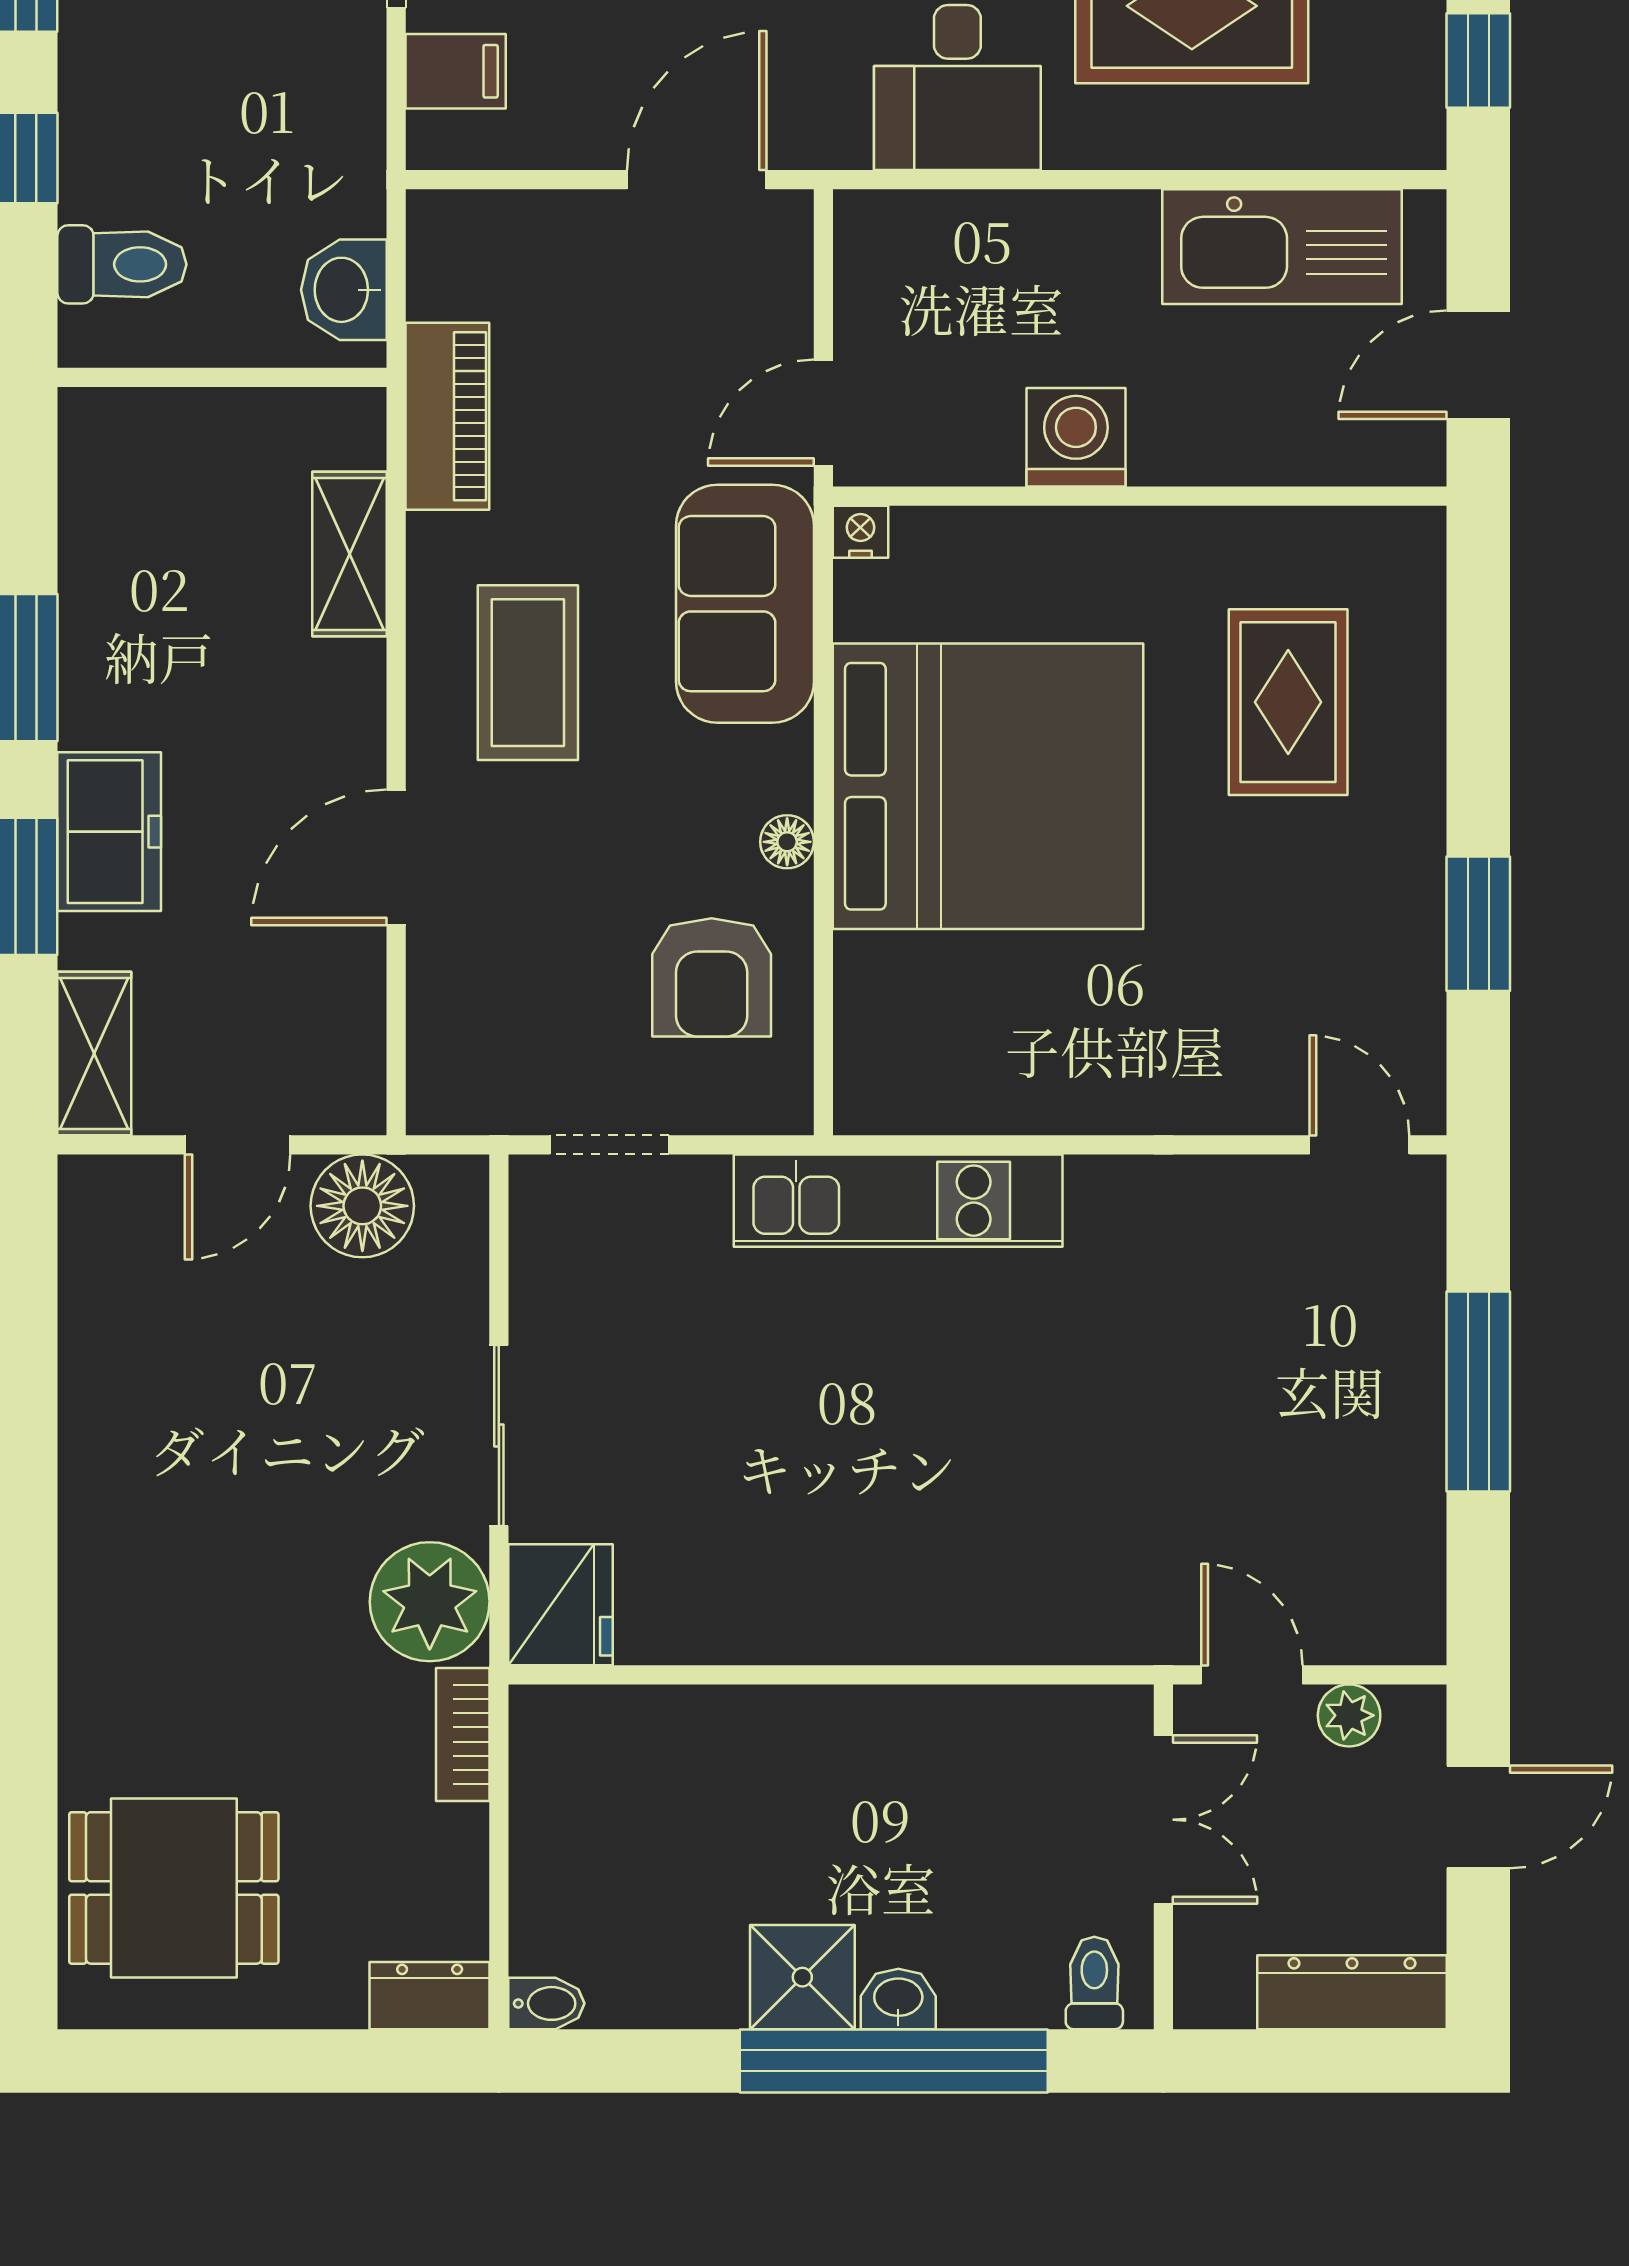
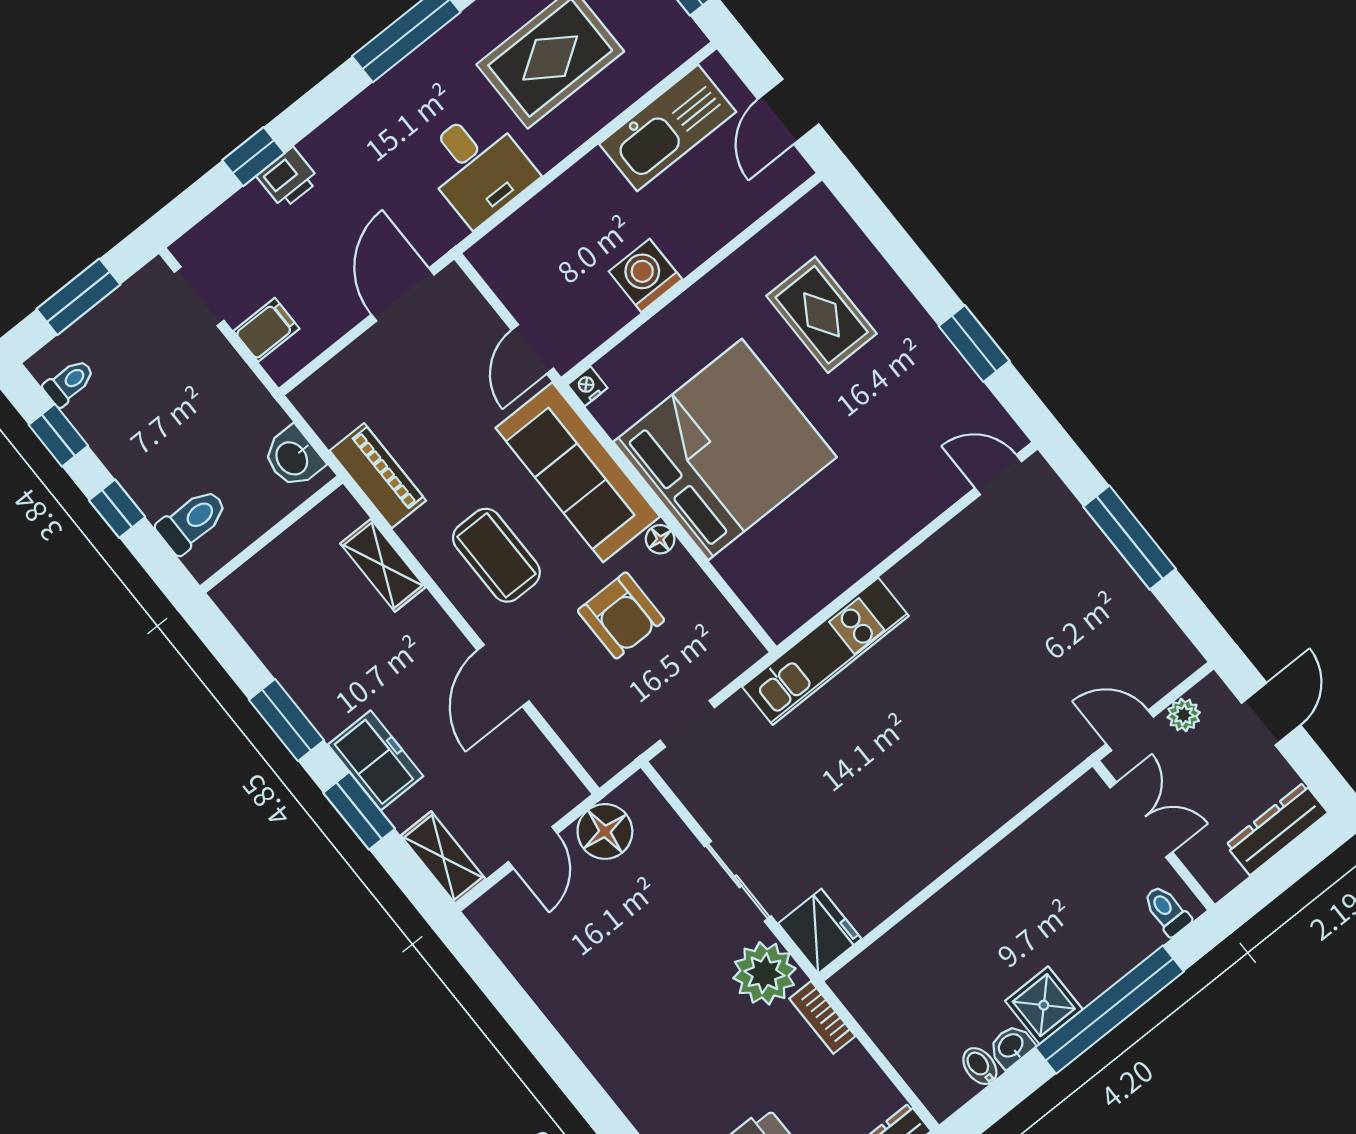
sofa: (745, 604) -> (578, 472), width x1.36
armchair: (712, 977) -> (621, 615), moved
washbasin: (898, 1999) -> (1011, 1046), moved
bidet: (546, 2003) -> (980, 1066), moved, turned -90

